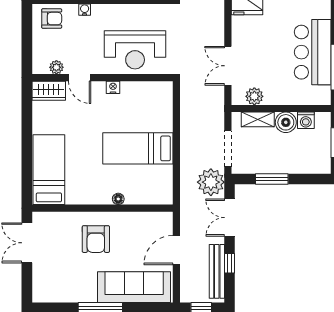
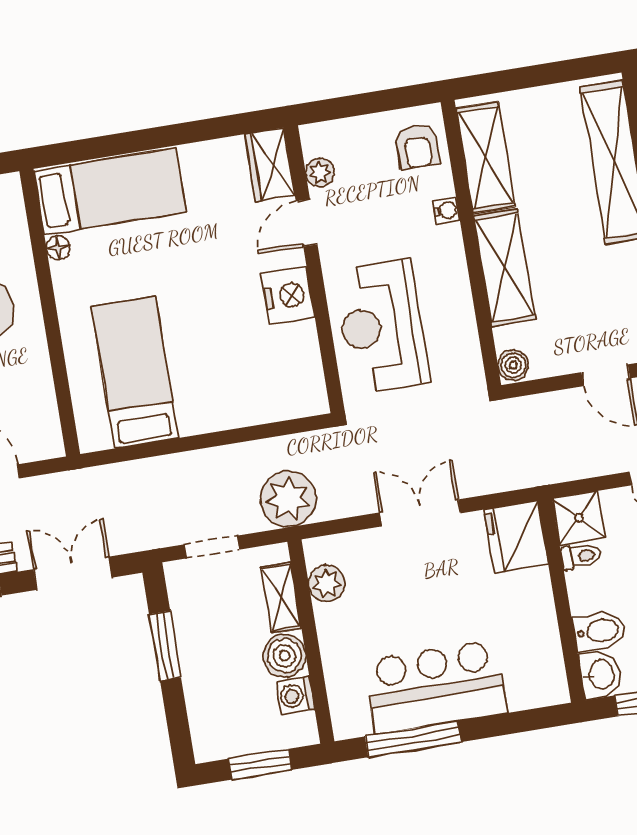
double door: (228, 66) -> (420, 513), moved
nightstand: (113, 87) -> (288, 295), width x1.89, depth x1.79
bed: (138, 148) -> (135, 372), moved
doorway: (228, 149) -> (212, 547), width x0.73
plant: (211, 182) -> (288, 499), moved
floor lamp: (118, 199) -> (58, 247), moved

